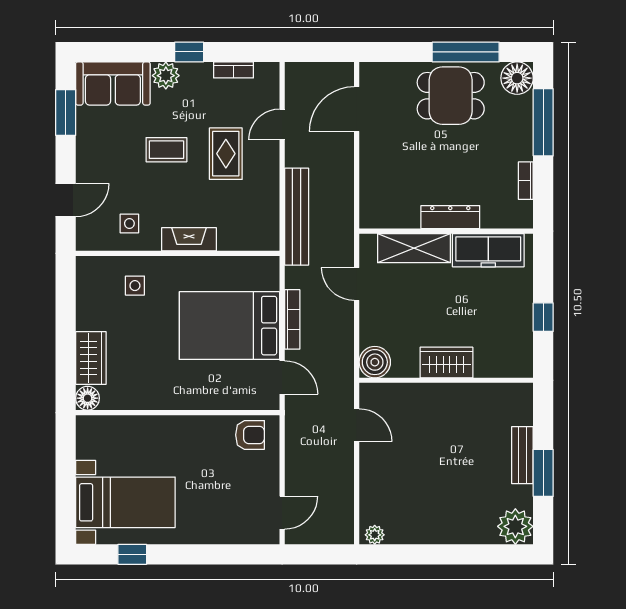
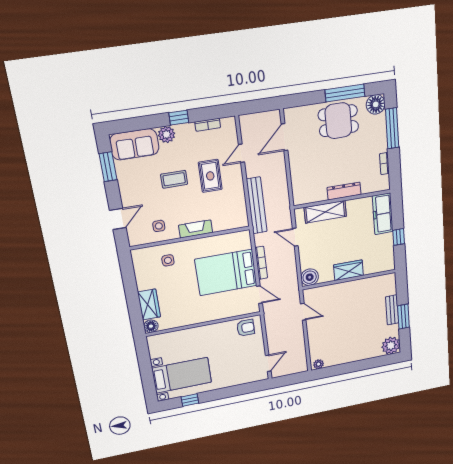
freezer: (488, 250) -> (383, 214), moved, turned 90

